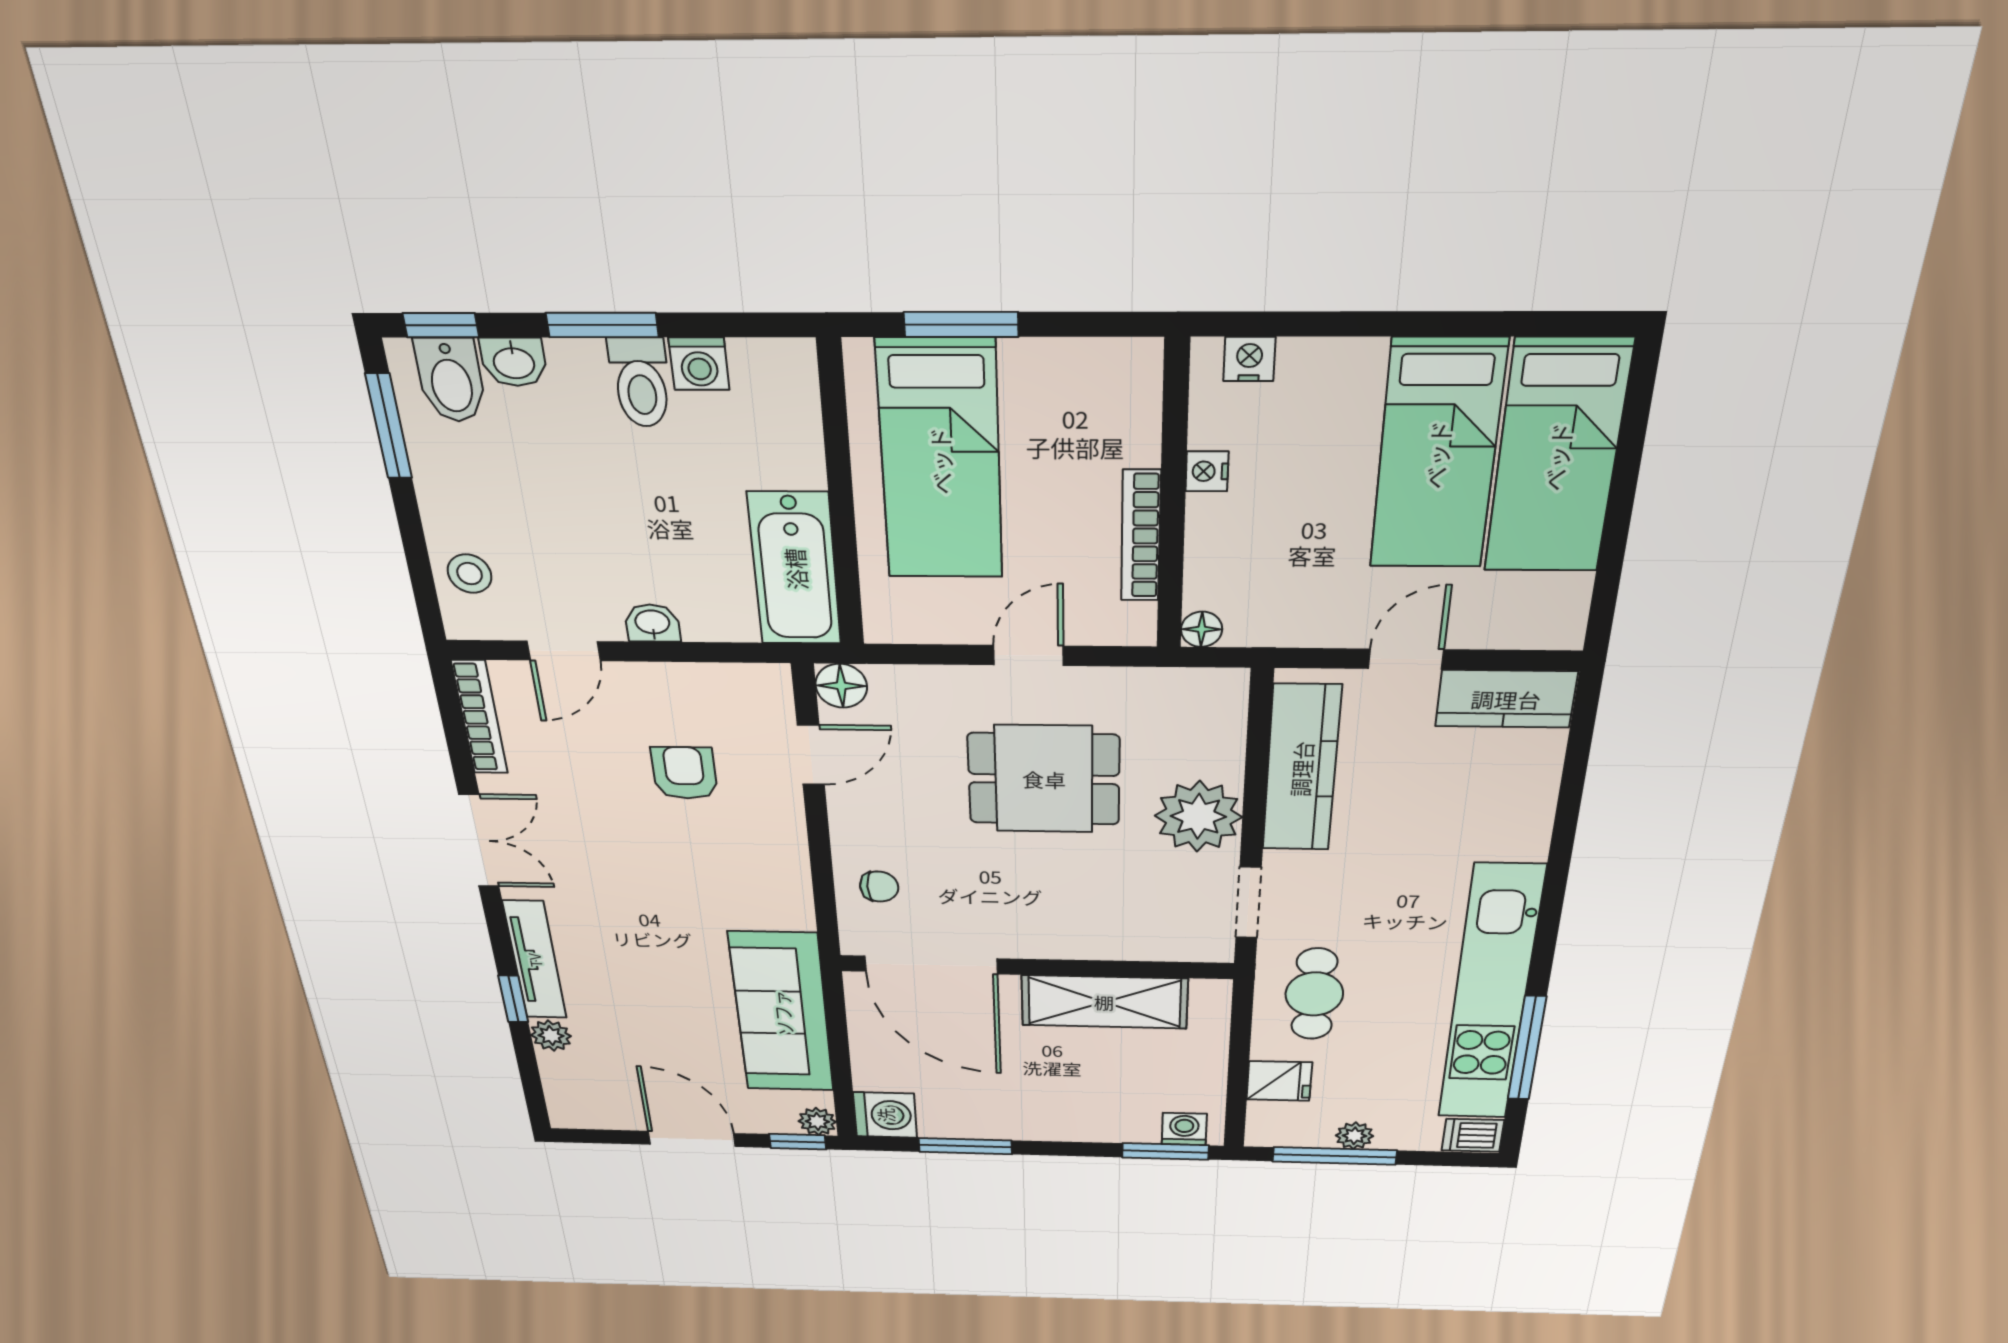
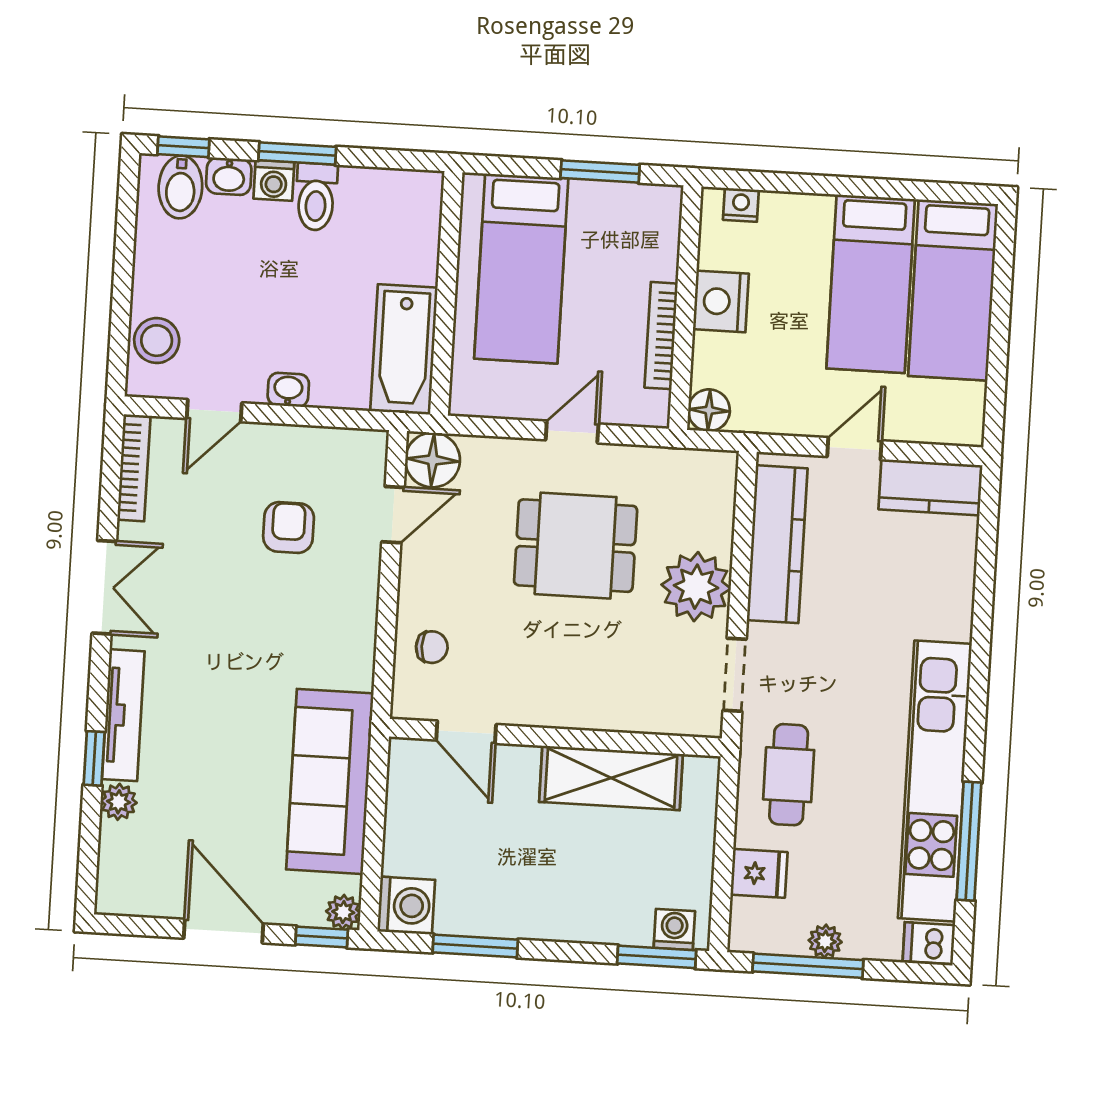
window: (961, 325) -> (600, 171), moved
washing machine: (699, 364) -> (274, 180), moved
window: (389, 426) -> (126, 219), removed
nightstand: (1207, 471) -> (721, 301), width x1.89, depth x1.79
stool: (470, 574) -> (157, 341), width x1.37, depth x1.37
floor lamp: (1202, 629) -> (709, 410), width x1.37, depth x1.37
floor lamp: (841, 686) -> (433, 460), width x1.38, depth x1.38
door: (931, 965) -> (466, 732), width x0.53

